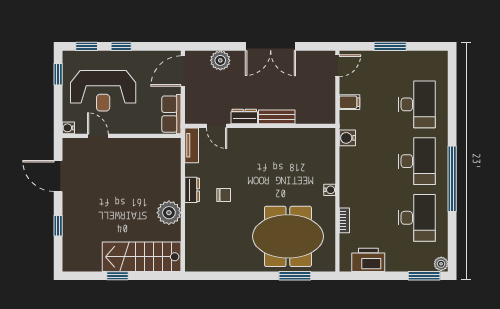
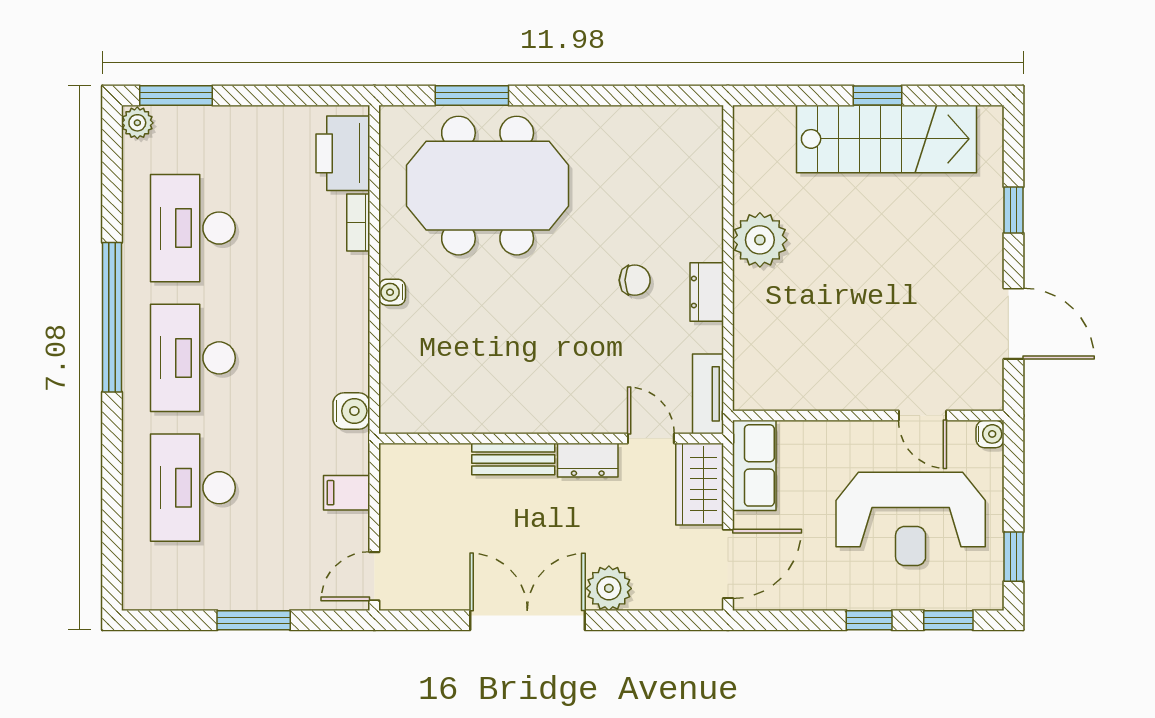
plant: (220, 60) -> (609, 588), moved
reception desk: (103, 91) -> (911, 519), turned 180
wardrobe: (195, 106) -> (700, 484), added
chair: (224, 195) -> (635, 280), turned 180
stairs: (142, 257) -> (886, 139), moved
printer: (368, 260) -> (343, 153), moved, turned 90

